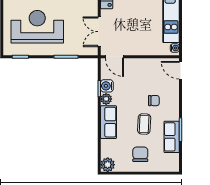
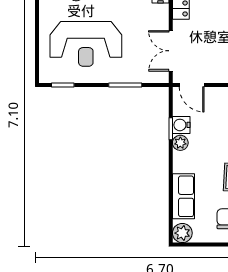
reception desk: (37, 27) -> (86, 44), turned 180
row of seats: (108, 122) -> (183, 196), moved

